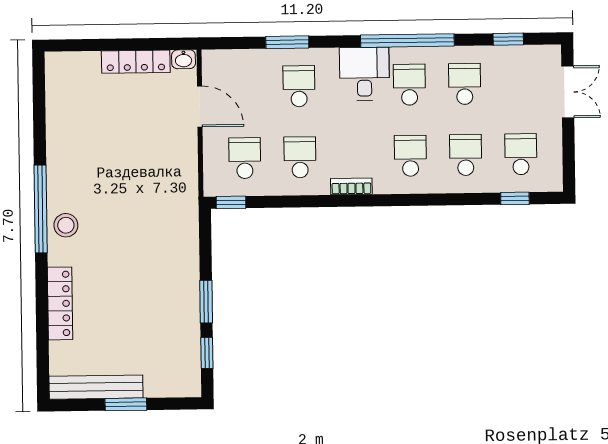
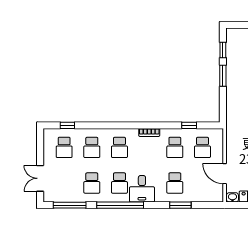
window: (508, 39) -> (70, 205), width x2.17
window: (231, 202) -> (189, 125), moved

